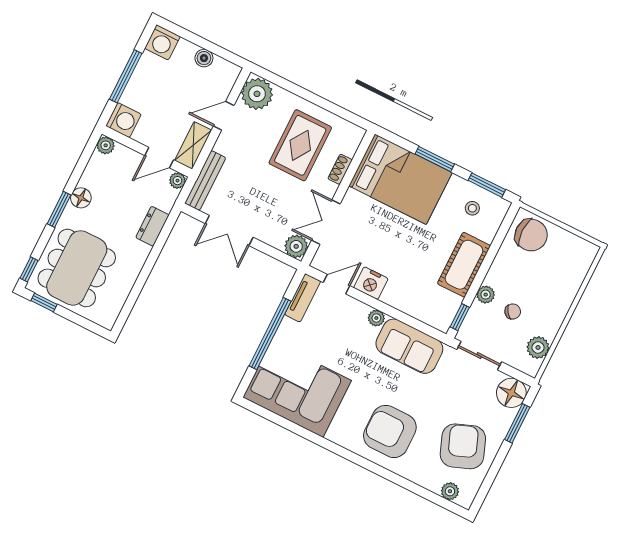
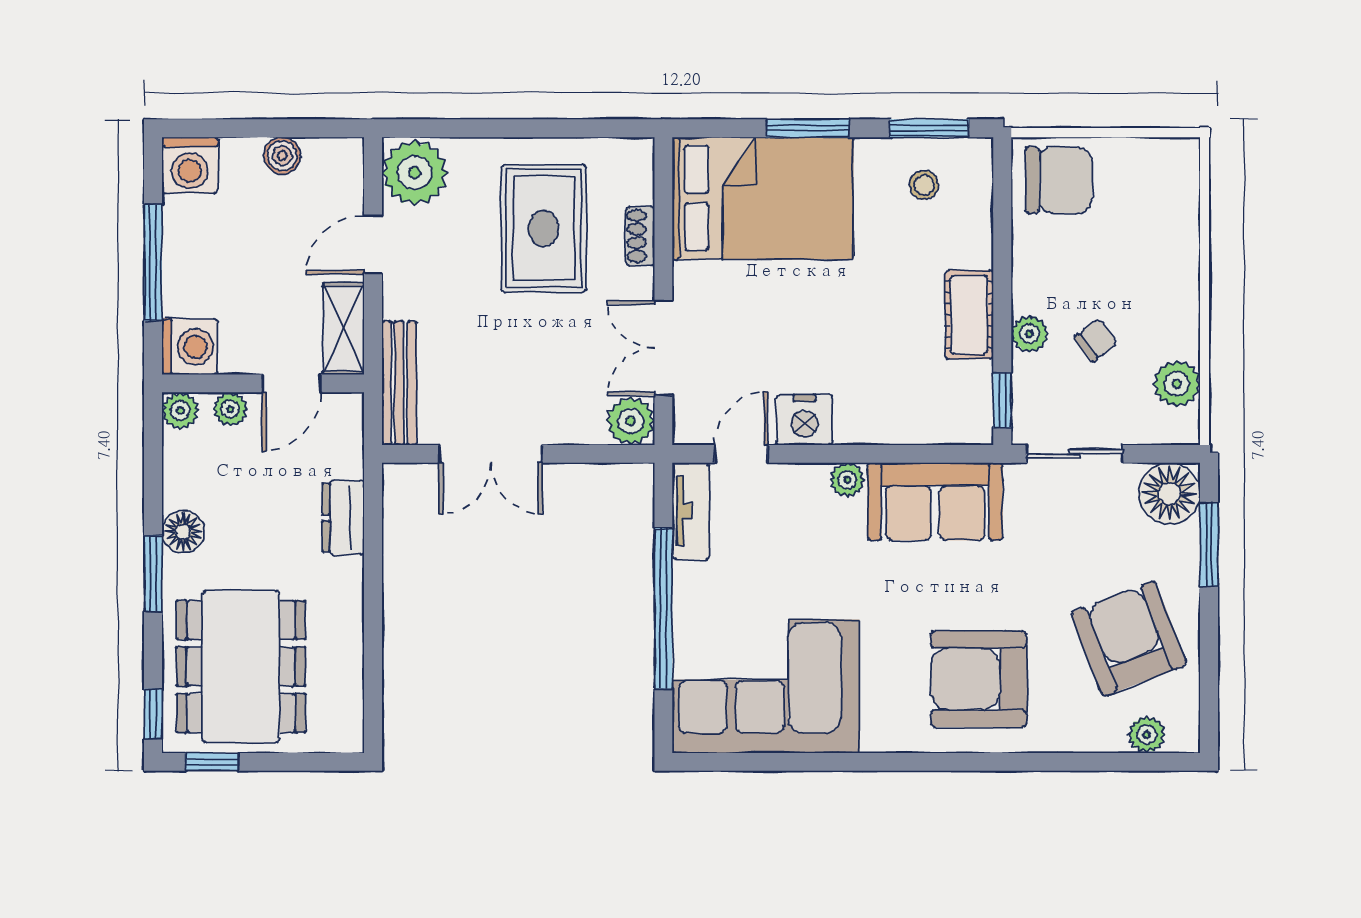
plant: (177, 181) -> (230, 409), moved
cot: (464, 265) -> (969, 315), width x0.73, depth x0.75

